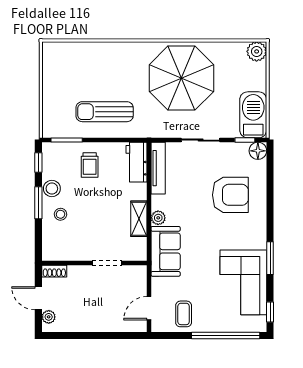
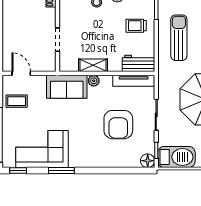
armchair: (230, 195) -> (118, 125), moved

